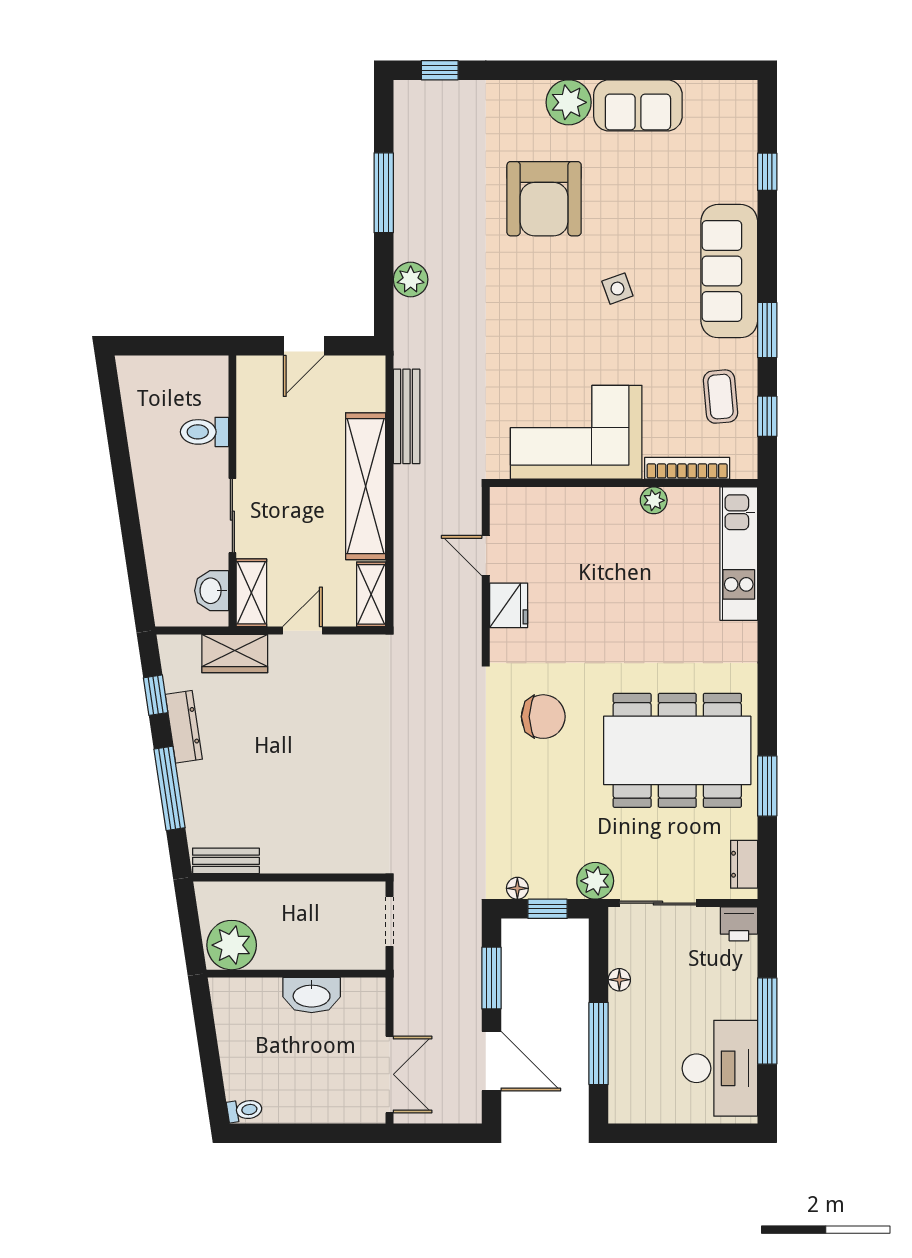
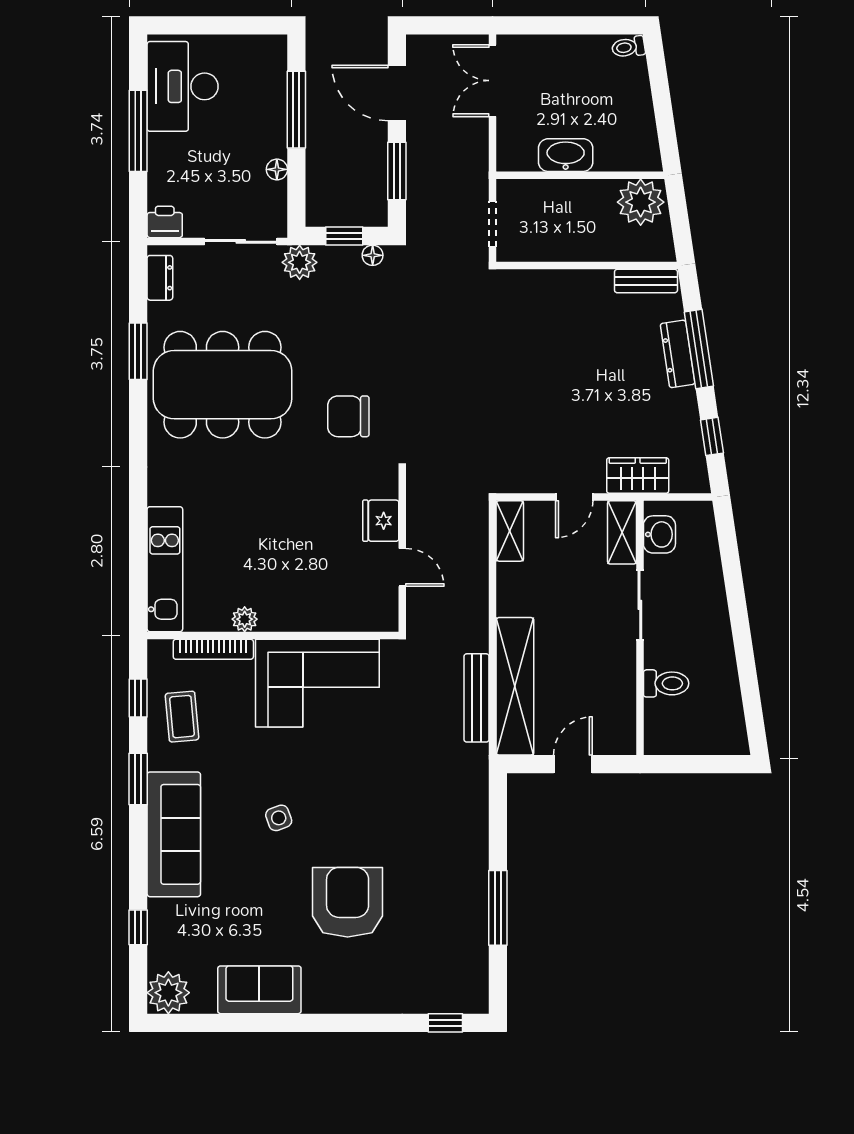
plant: (569, 102) -> (168, 993), moved
plant: (411, 279) -> (473, 826), removed
shelving: (366, 486) -> (515, 686), moved
dresser: (184, 727) -> (678, 354), moved

